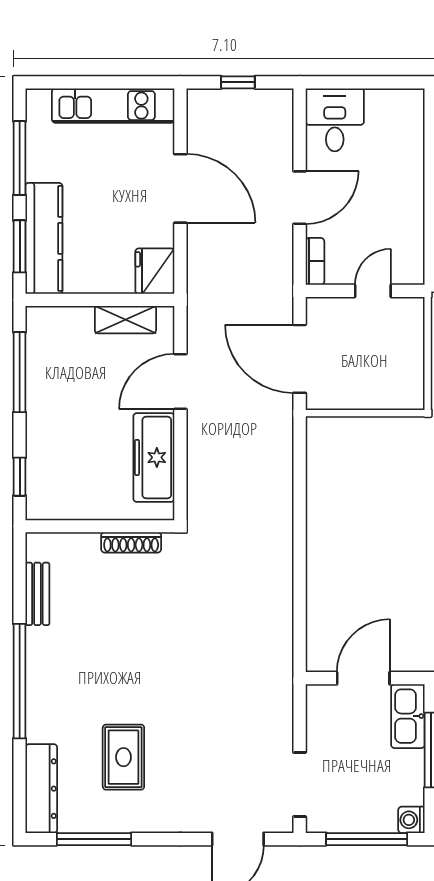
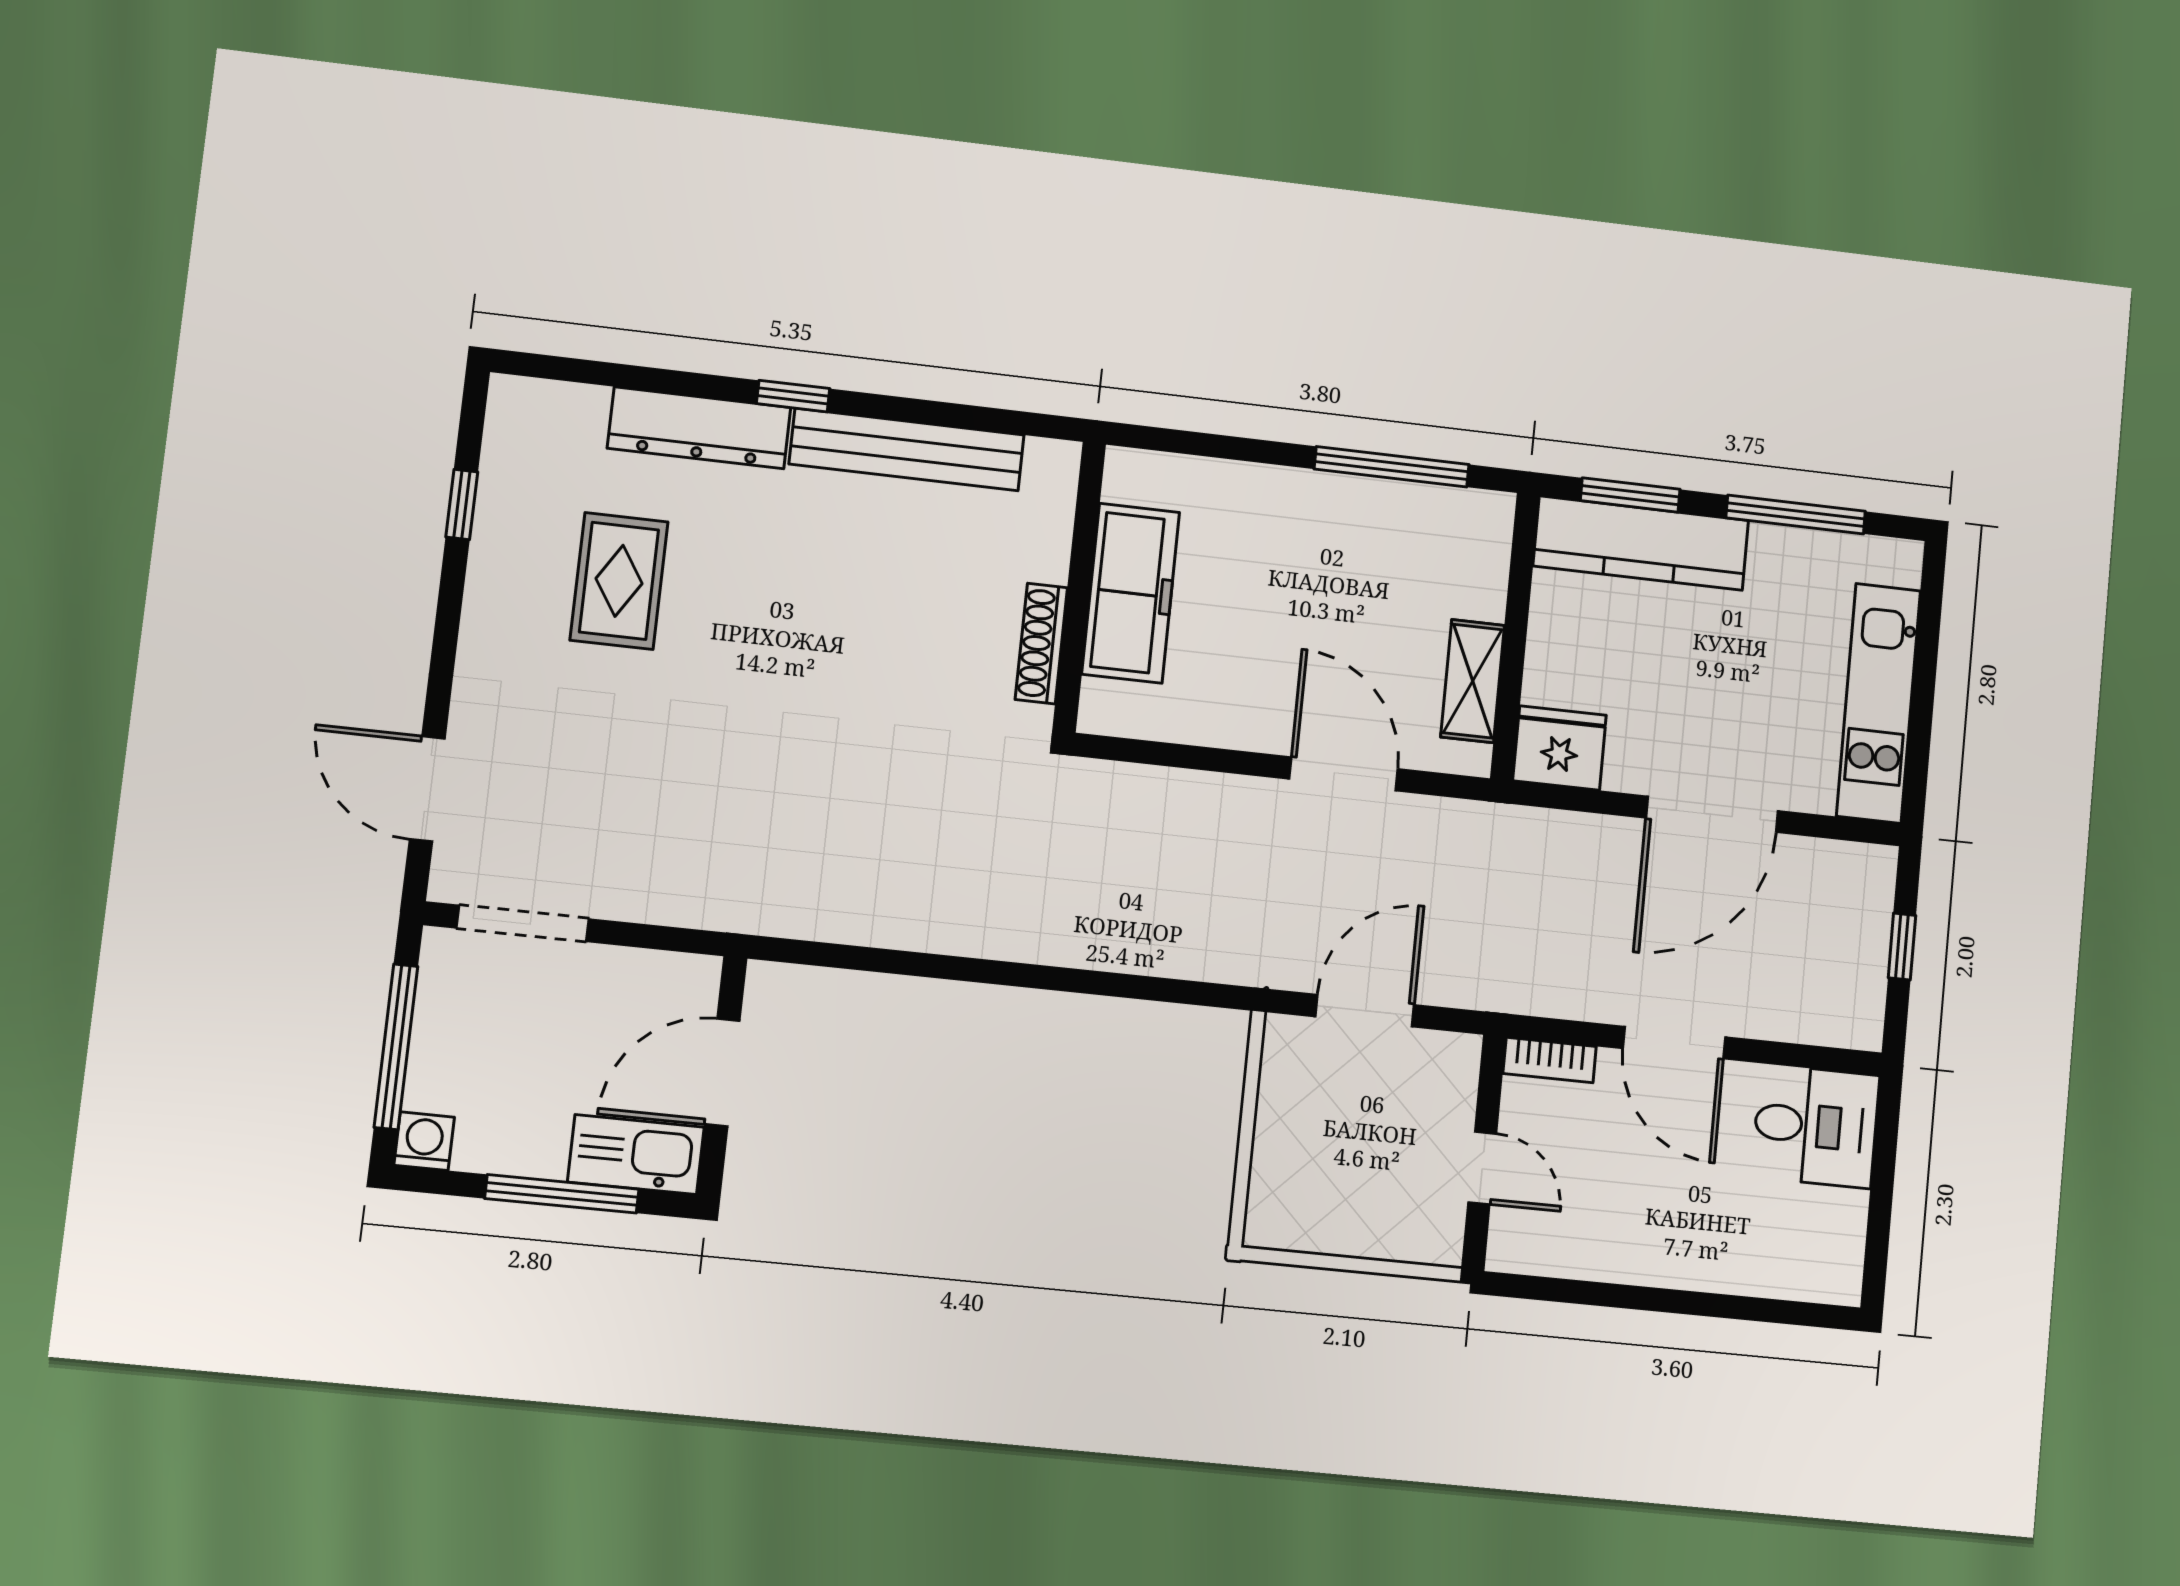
door: (300, 359) -> (1365, 1011), width x0.73
freezer: (154, 457) -> (1131, 593), moved, turned 90
window: (20, 477) -> (1191, 443), removed
bench: (37, 594) -> (907, 450), width x1.86, depth x1.21
door: (363, 678) -> (722, 1073), swing flipped
window: (20, 681) -> (793, 396), width x0.32
rug: (123, 757) -> (619, 581), turned 90
dresser: (41, 789) -> (699, 428), moved
window: (94, 839) -> (462, 504), width x0.46

